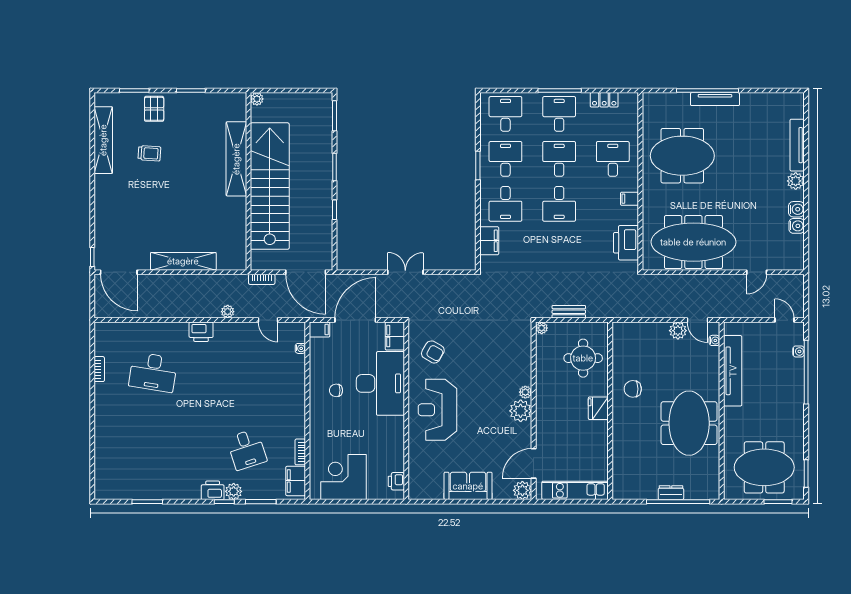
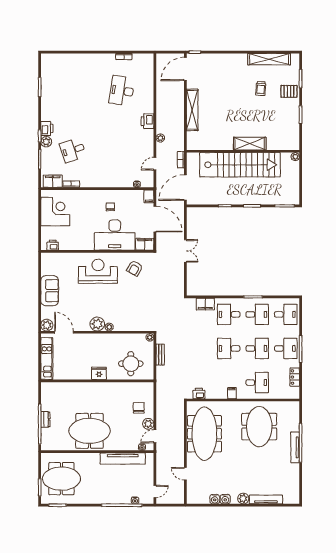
shelving: (236, 159) -> (250, 144), width x0.68
printer: (626, 243) -> (199, 393), width x0.53, depth x0.68
chair: (633, 389) -> (139, 408), moved
meeting table: (764, 467) -> (61, 479), turned 90

